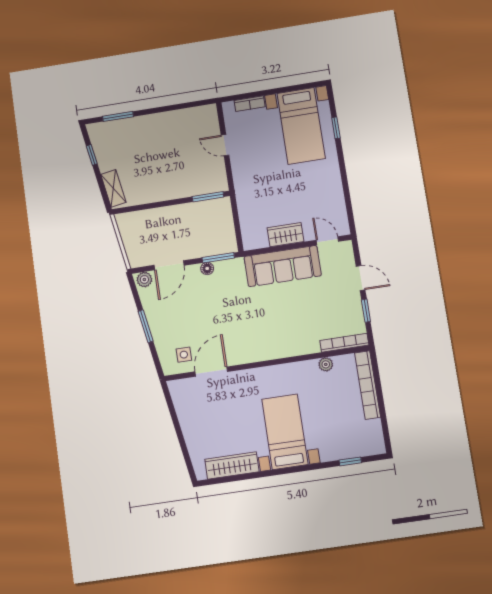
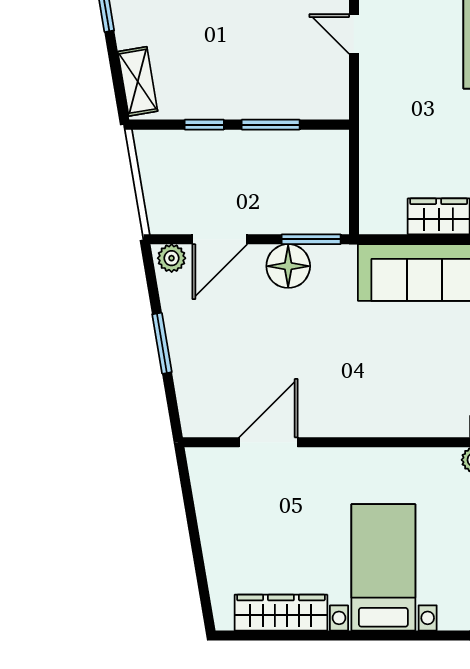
window: (208, 197) -> (271, 125), moved
window: (152, 206) -> (204, 125), added
floor lamp: (207, 268) -> (288, 266), width x1.89, depth x1.89
side table: (184, 355) -> (224, 405), removed

